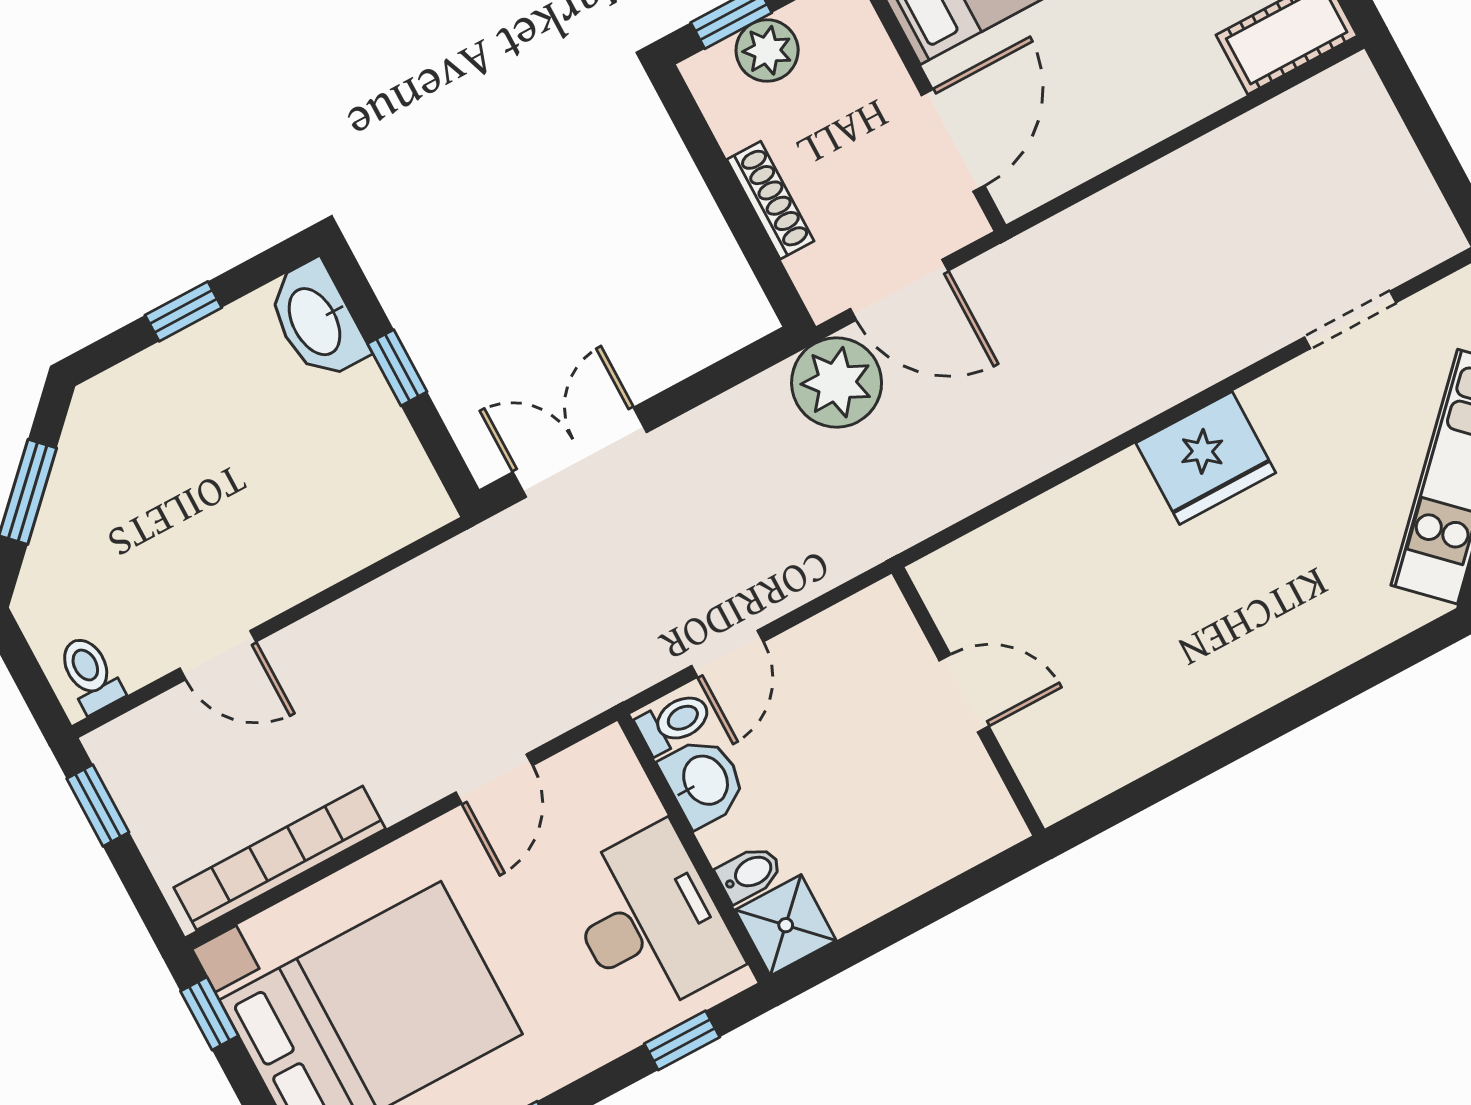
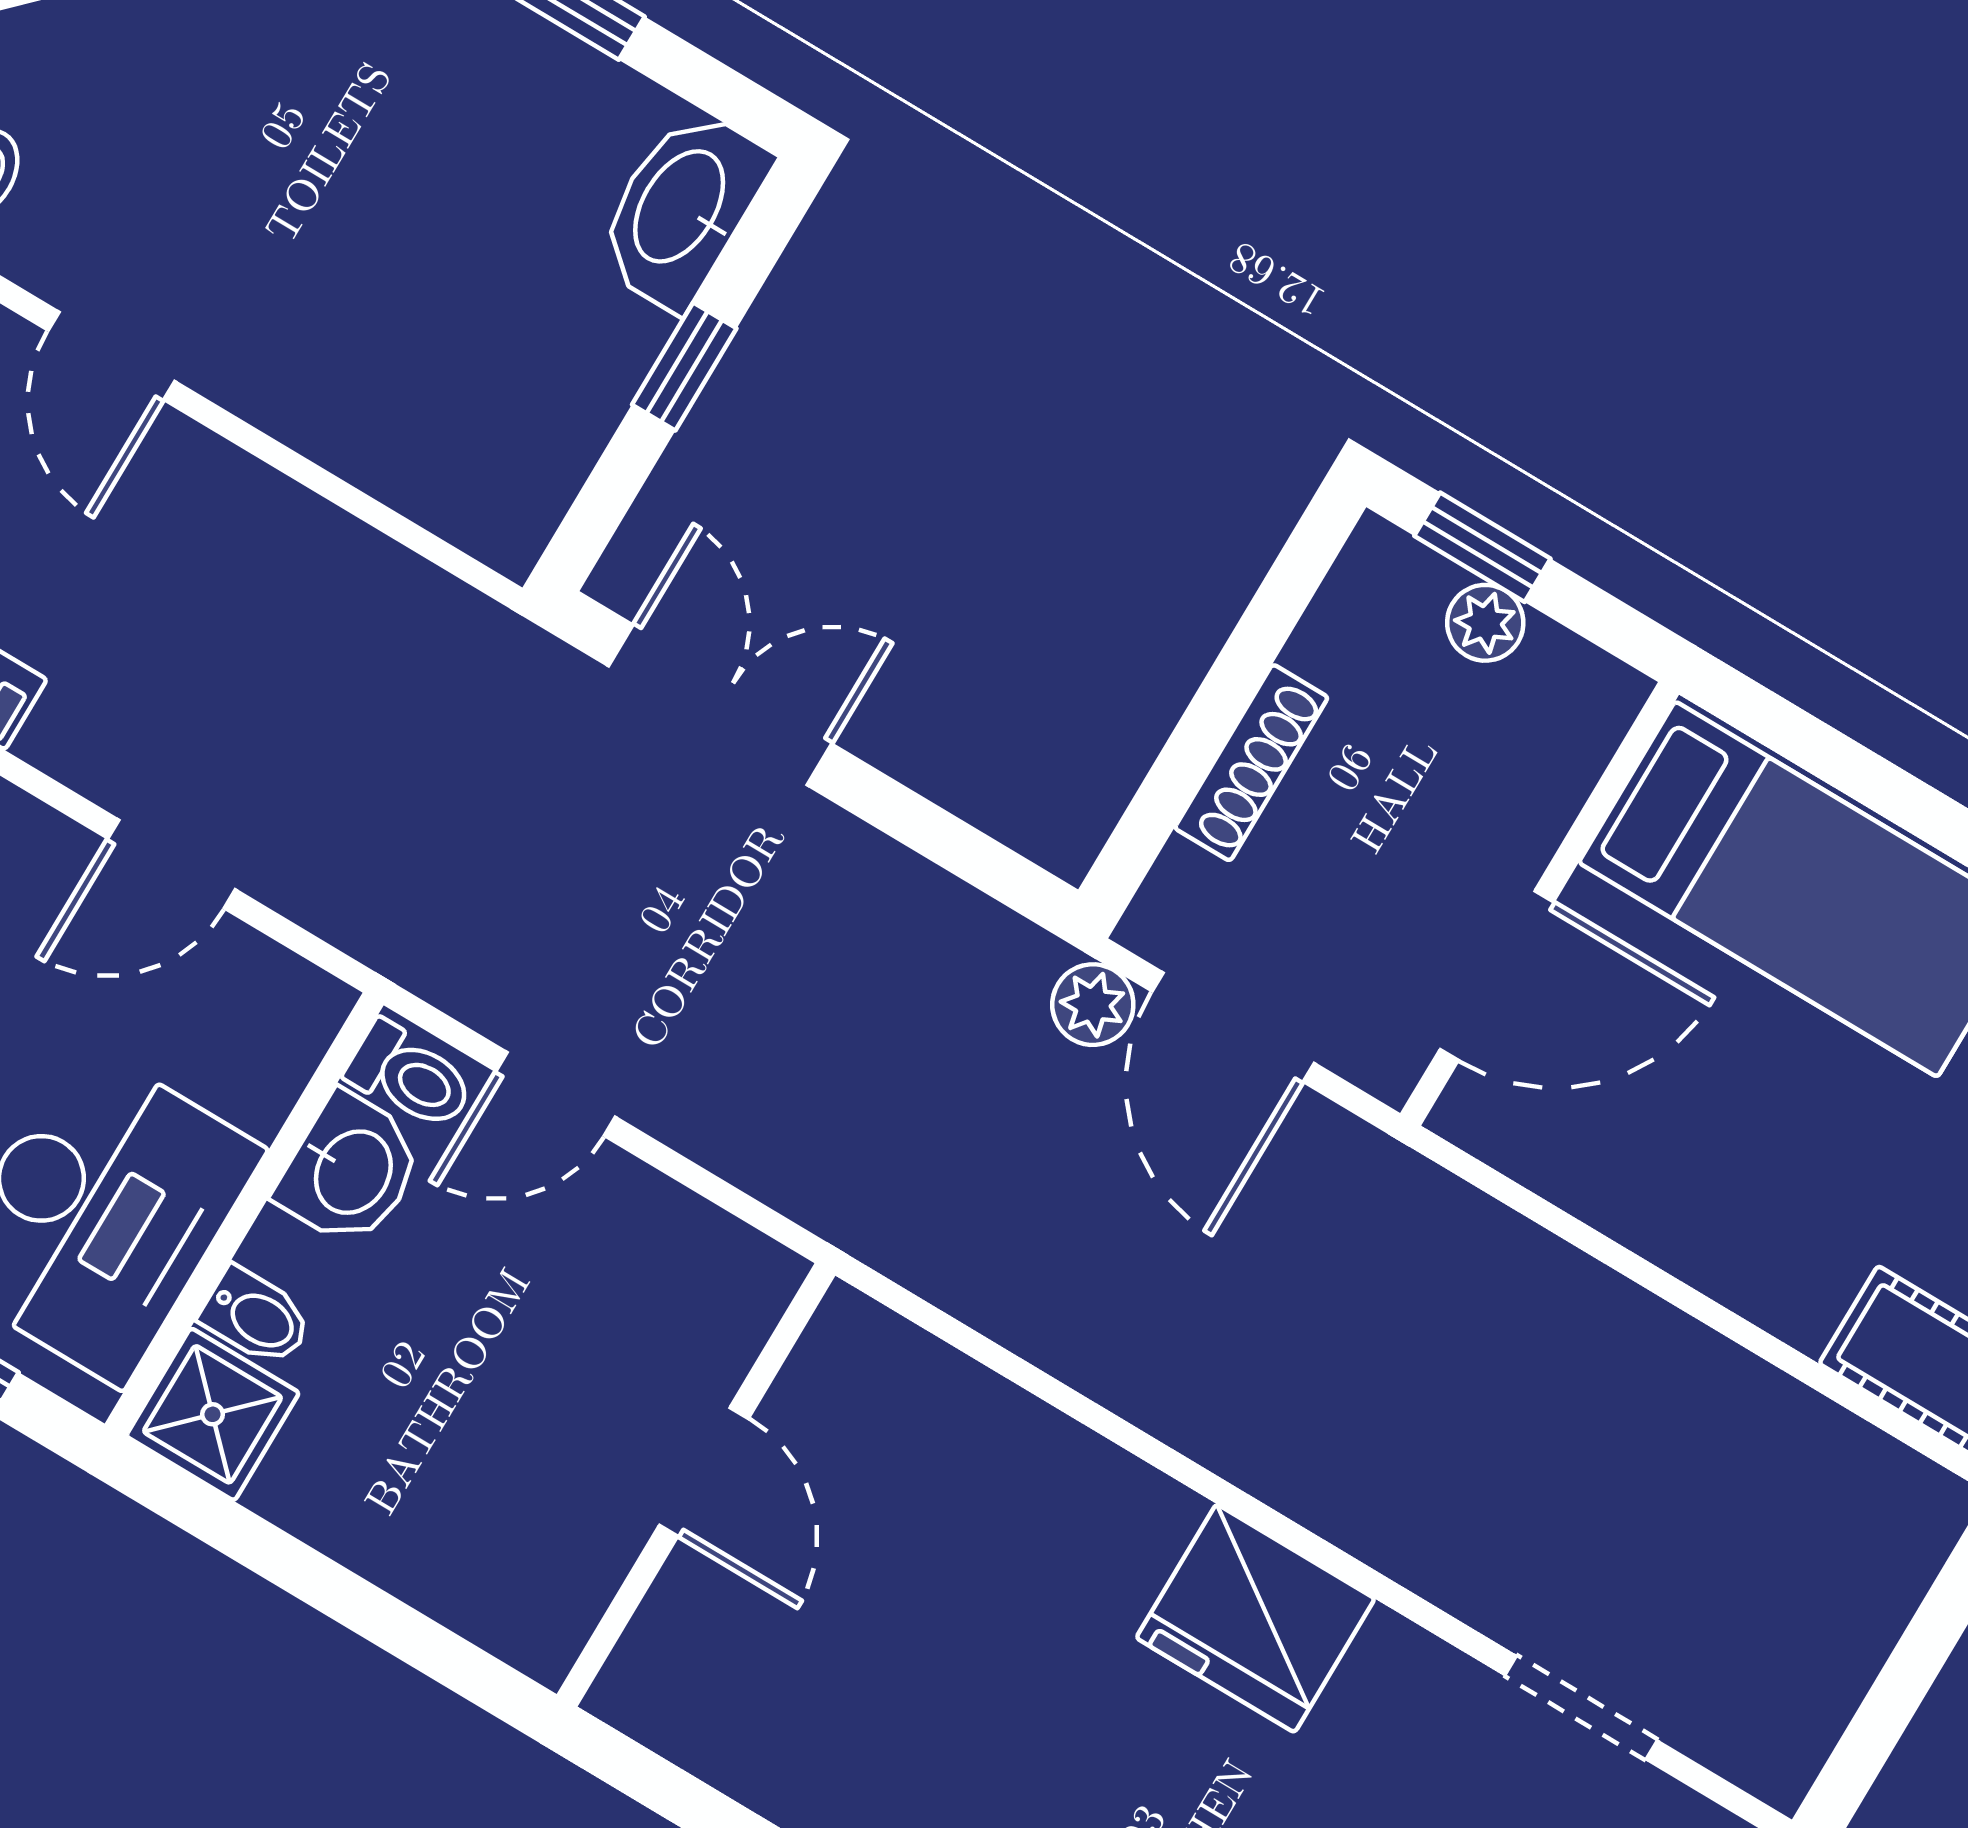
plant: (767, 51) -> (1485, 623), width x0.73, depth x0.73
plant: (837, 382) -> (1093, 1005), width x0.53, depth x0.53

